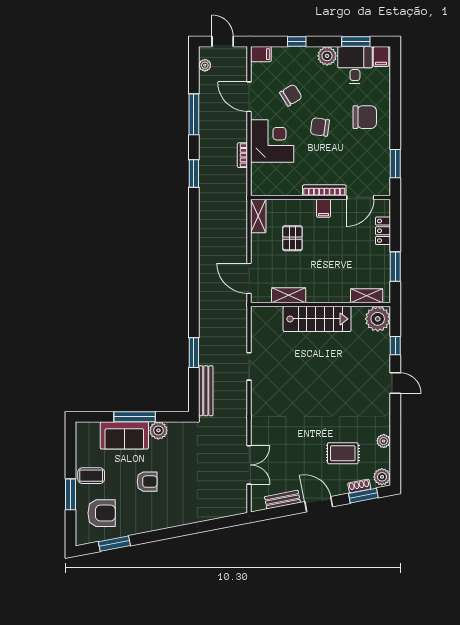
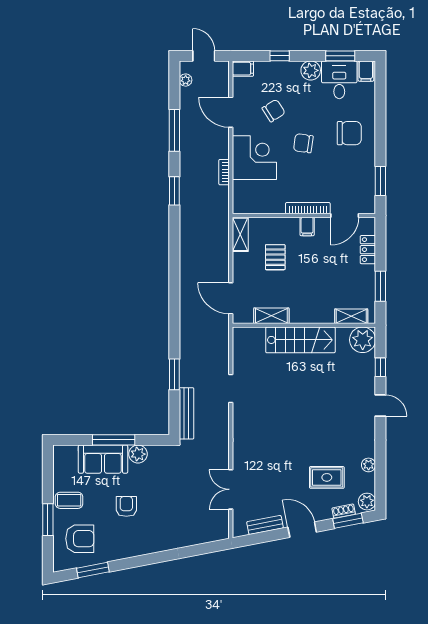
double door: (249, 465) -> (231, 489), swing flipped
armchair: (147, 482) -> (126, 506), turned -90

